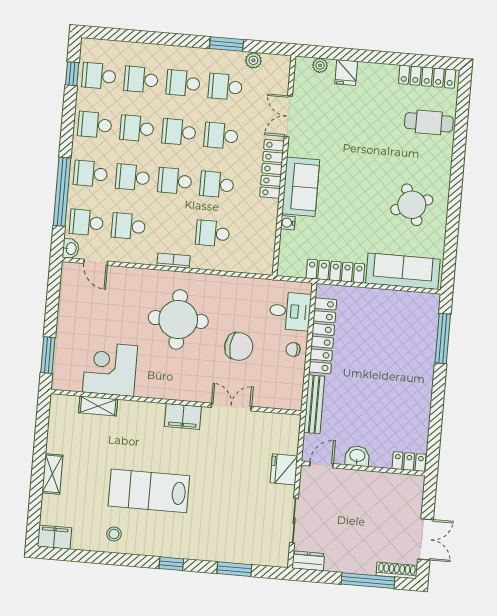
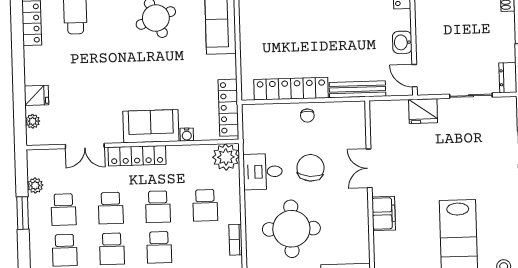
plant: (260, 260) -> (226, 157), added
locker: (335, 271) -> (228, 108), moved
desk: (290, 311) -> (263, 172), moved, turned -90

